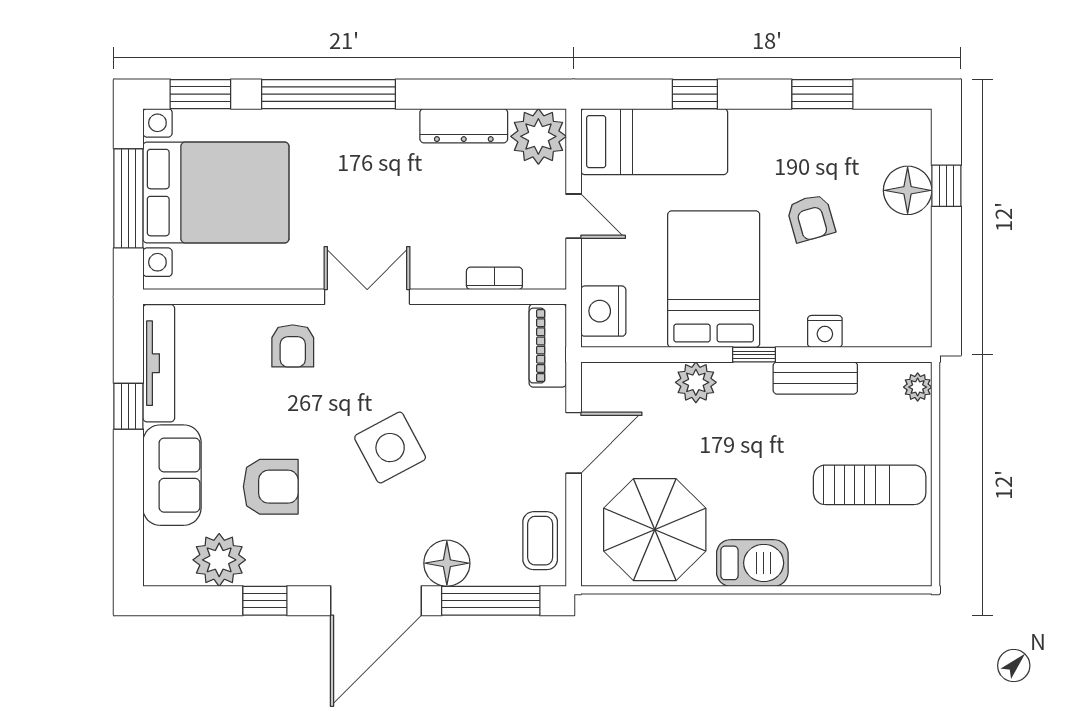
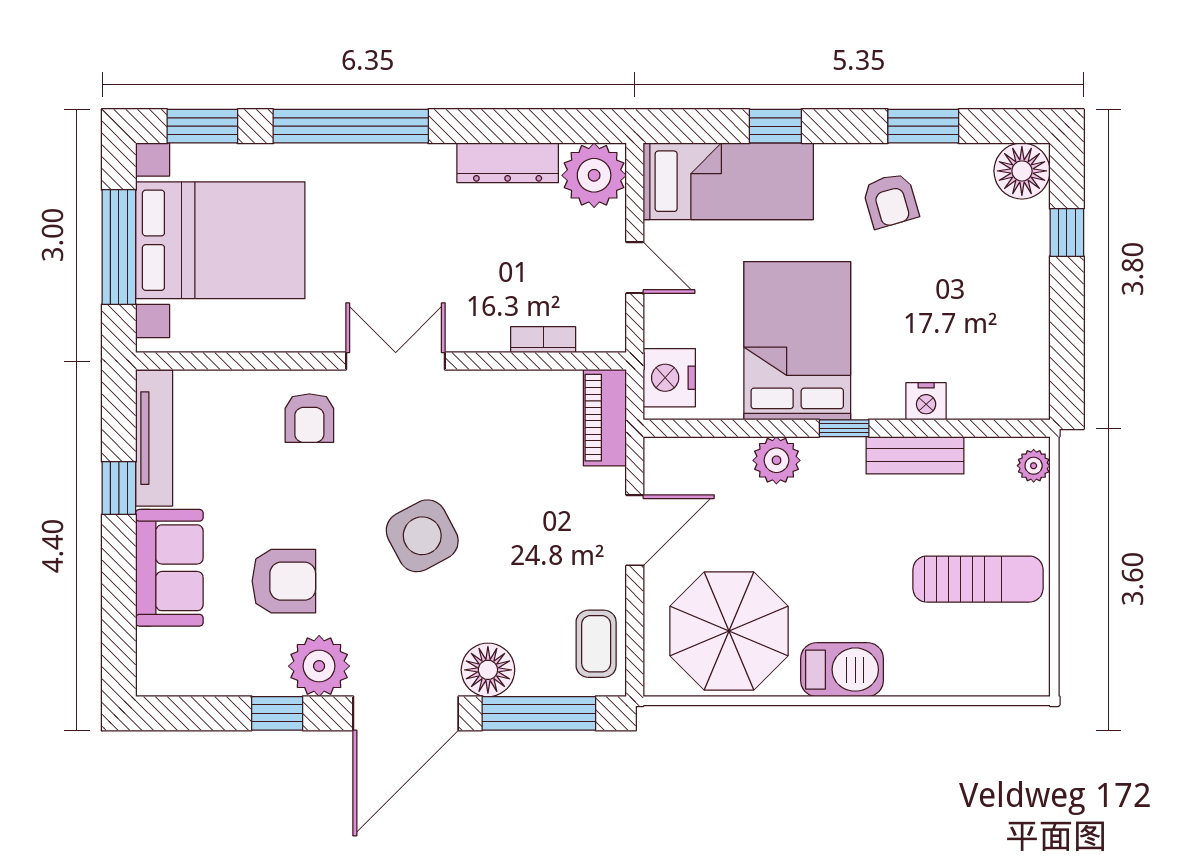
floor lamp: (908, 190) -> (1022, 171), moved
armchair: (811, 218) -> (891, 200), moved
plant: (219, 560) -> (319, 666), moved

